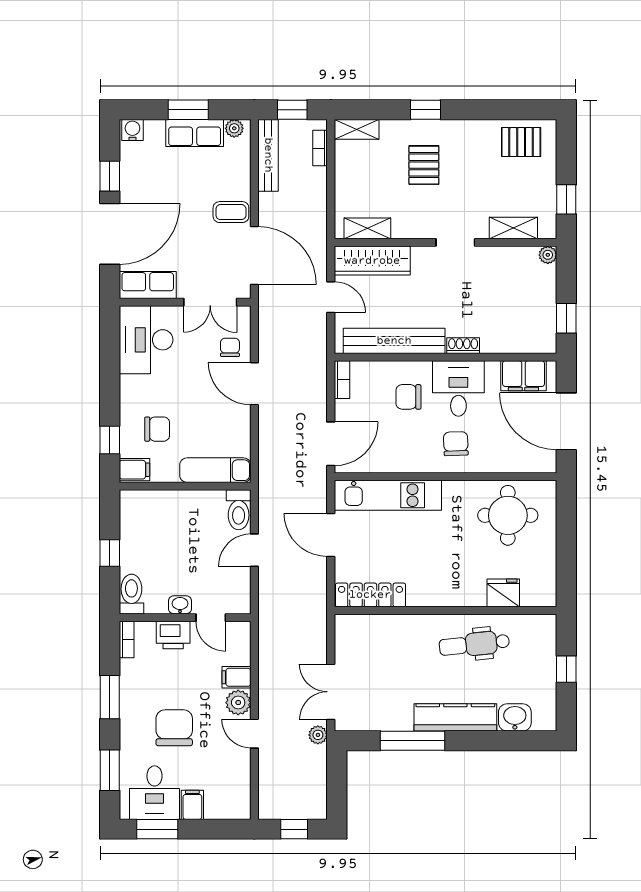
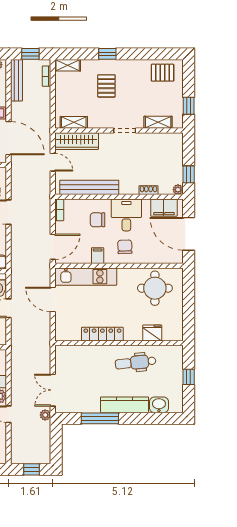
plant: (548, 255) -> (178, 190), moved
shoe rack: (463, 346) -> (148, 190), moved
filing cabinet: (409, 459) -> (98, 256), added
locker: (370, 595) -> (102, 334), moved

